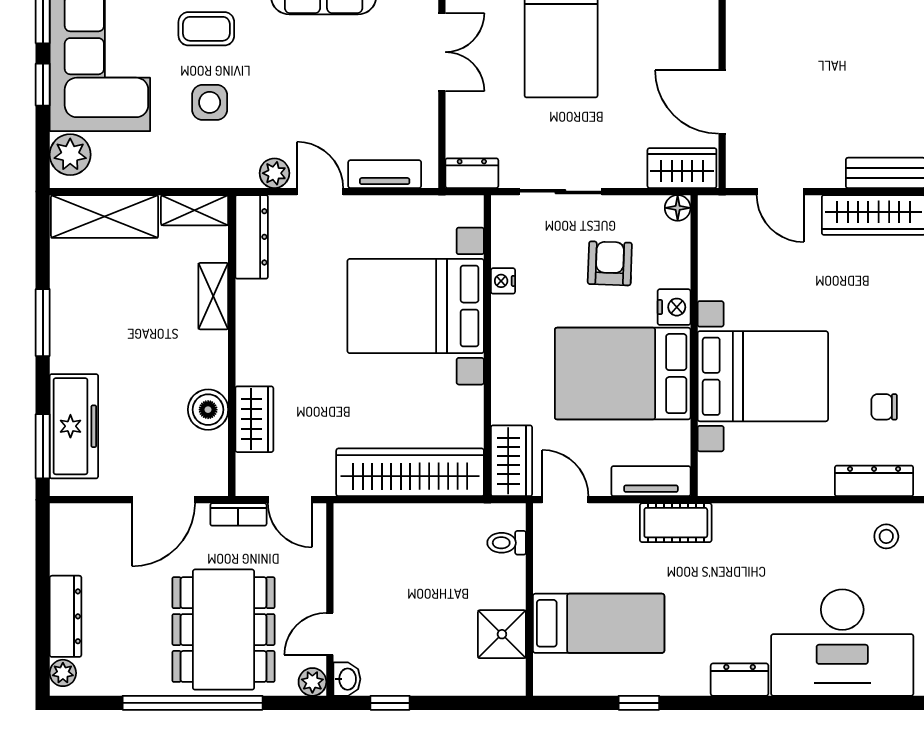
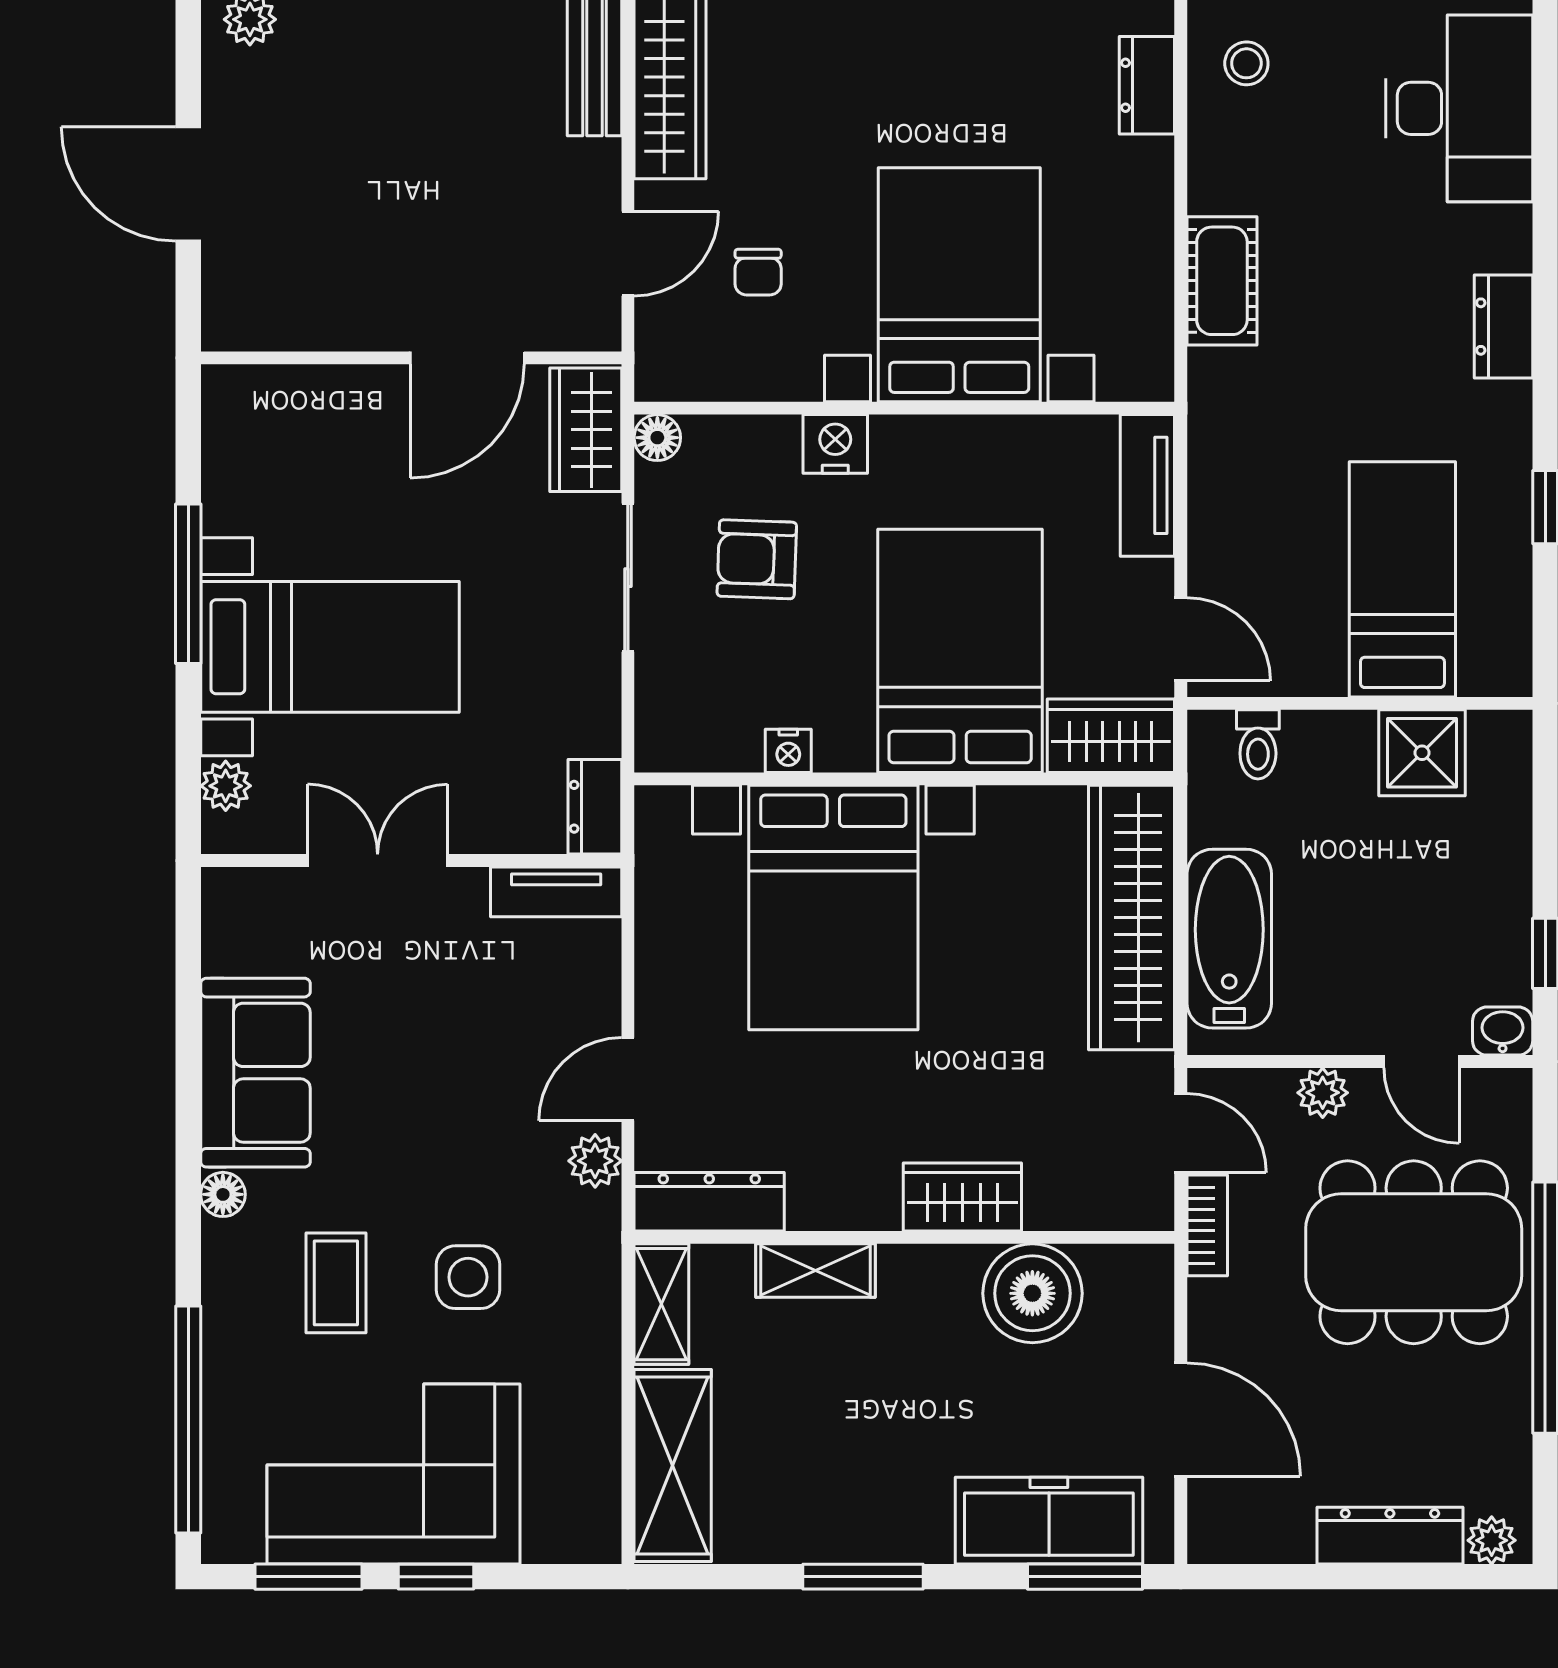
plant: (70, 155) -> (562, 1527), removed
tv unit: (385, 174) -> (556, 892), moved, turned -90
sliding door: (560, 192) -> (628, 578), moved
bed: (623, 374) -> (960, 651), moved, turned 180
chair: (884, 407) -> (758, 272), moved
boiler: (208, 410) -> (1032, 1293), width x1.37, depth x1.37
wardrobe: (254, 419) -> (962, 1197), moved
dresser: (874, 481) -> (1147, 85), width x0.70
door: (163, 500) -> (1181, 1419), moved
door: (290, 500) -> (1181, 1133), hinge flipped
door: (565, 500) -> (1181, 639), swing flipped
cot: (676, 523) -> (1222, 281), moved
bathtub: (398, 527) -> (1229, 939), added
desk: (842, 643) -> (1459, 108), width x0.73, depth x0.77
plant: (312, 682) -> (1323, 1093), moved

